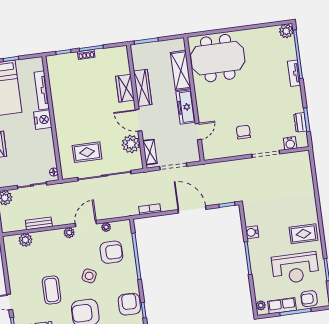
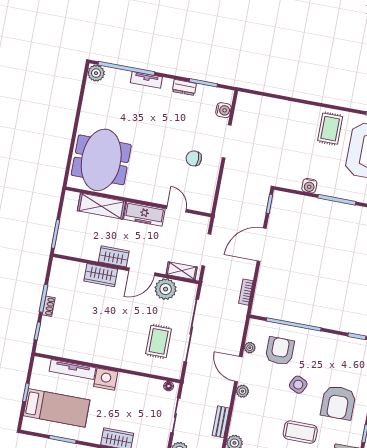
wardrobe: (143, 88) -> (114, 256), width x0.67
dresser: (300, 122) -> (184, 87), moved
armchair: (129, 304) -> (345, 350), removed

